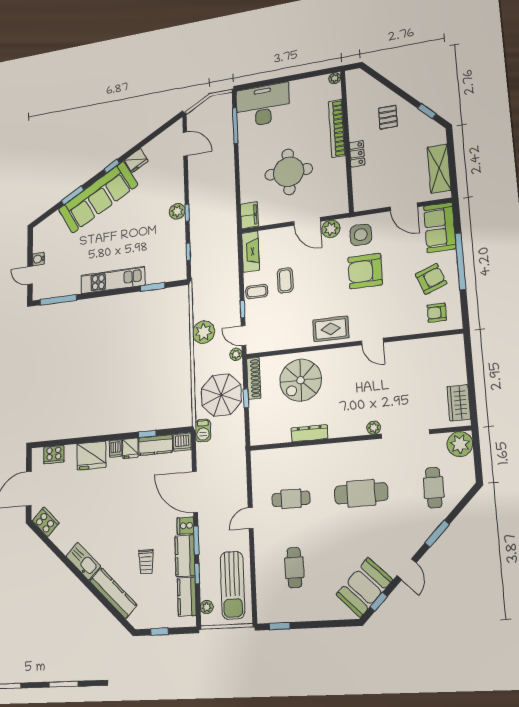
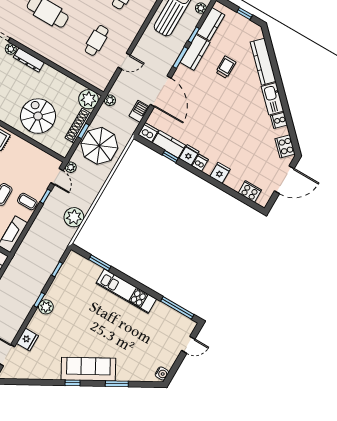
fridge: (136, 160) -> (27, 340), moved, turned 119
sofa: (98, 197) -> (88, 369), width x0.74, depth x0.79
water cooler: (38, 259) -> (162, 373), moved
door: (30, 275) -> (188, 345), hinge flipped
plant: (204, 332) -> (74, 217), moved
shoe rack: (254, 378) -> (78, 126), moved
spiral stairs: (301, 380) -> (38, 116), turned -90
barbecue: (203, 431) -> (139, 111), moved
plant: (261, 433) -> (88, 99), added
dresser: (309, 433) -> (29, 60), moved
plant: (239, 447) -> (110, 100), added
fridge: (91, 456) -> (220, 173), width x0.53, depth x0.75
cafe table: (291, 499) -> (97, 40), turned 90
door: (251, 518) -> (124, 61), moved
cooker: (185, 526) -> (279, 120), moved, turned 135

